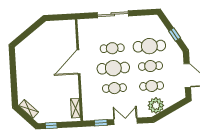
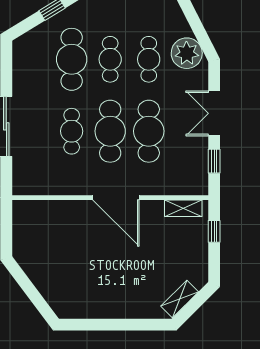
door: (79, 62) -> (116, 198), moved
cafe table: (114, 88) -> (149, 131), width x1.37, depth x1.35
window: (51, 126) -> (214, 231), moved

